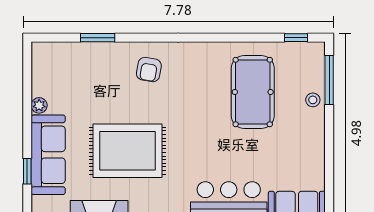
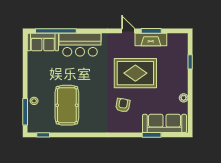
armchair: (149, 70) -> (123, 105), moved
sofa: (48, 155) -> (164, 123), moved, turned 90

